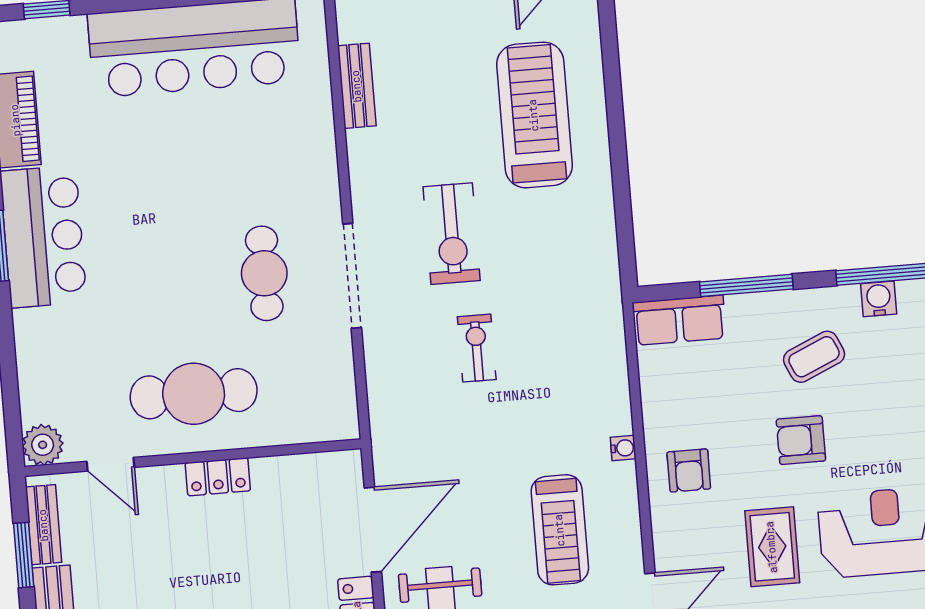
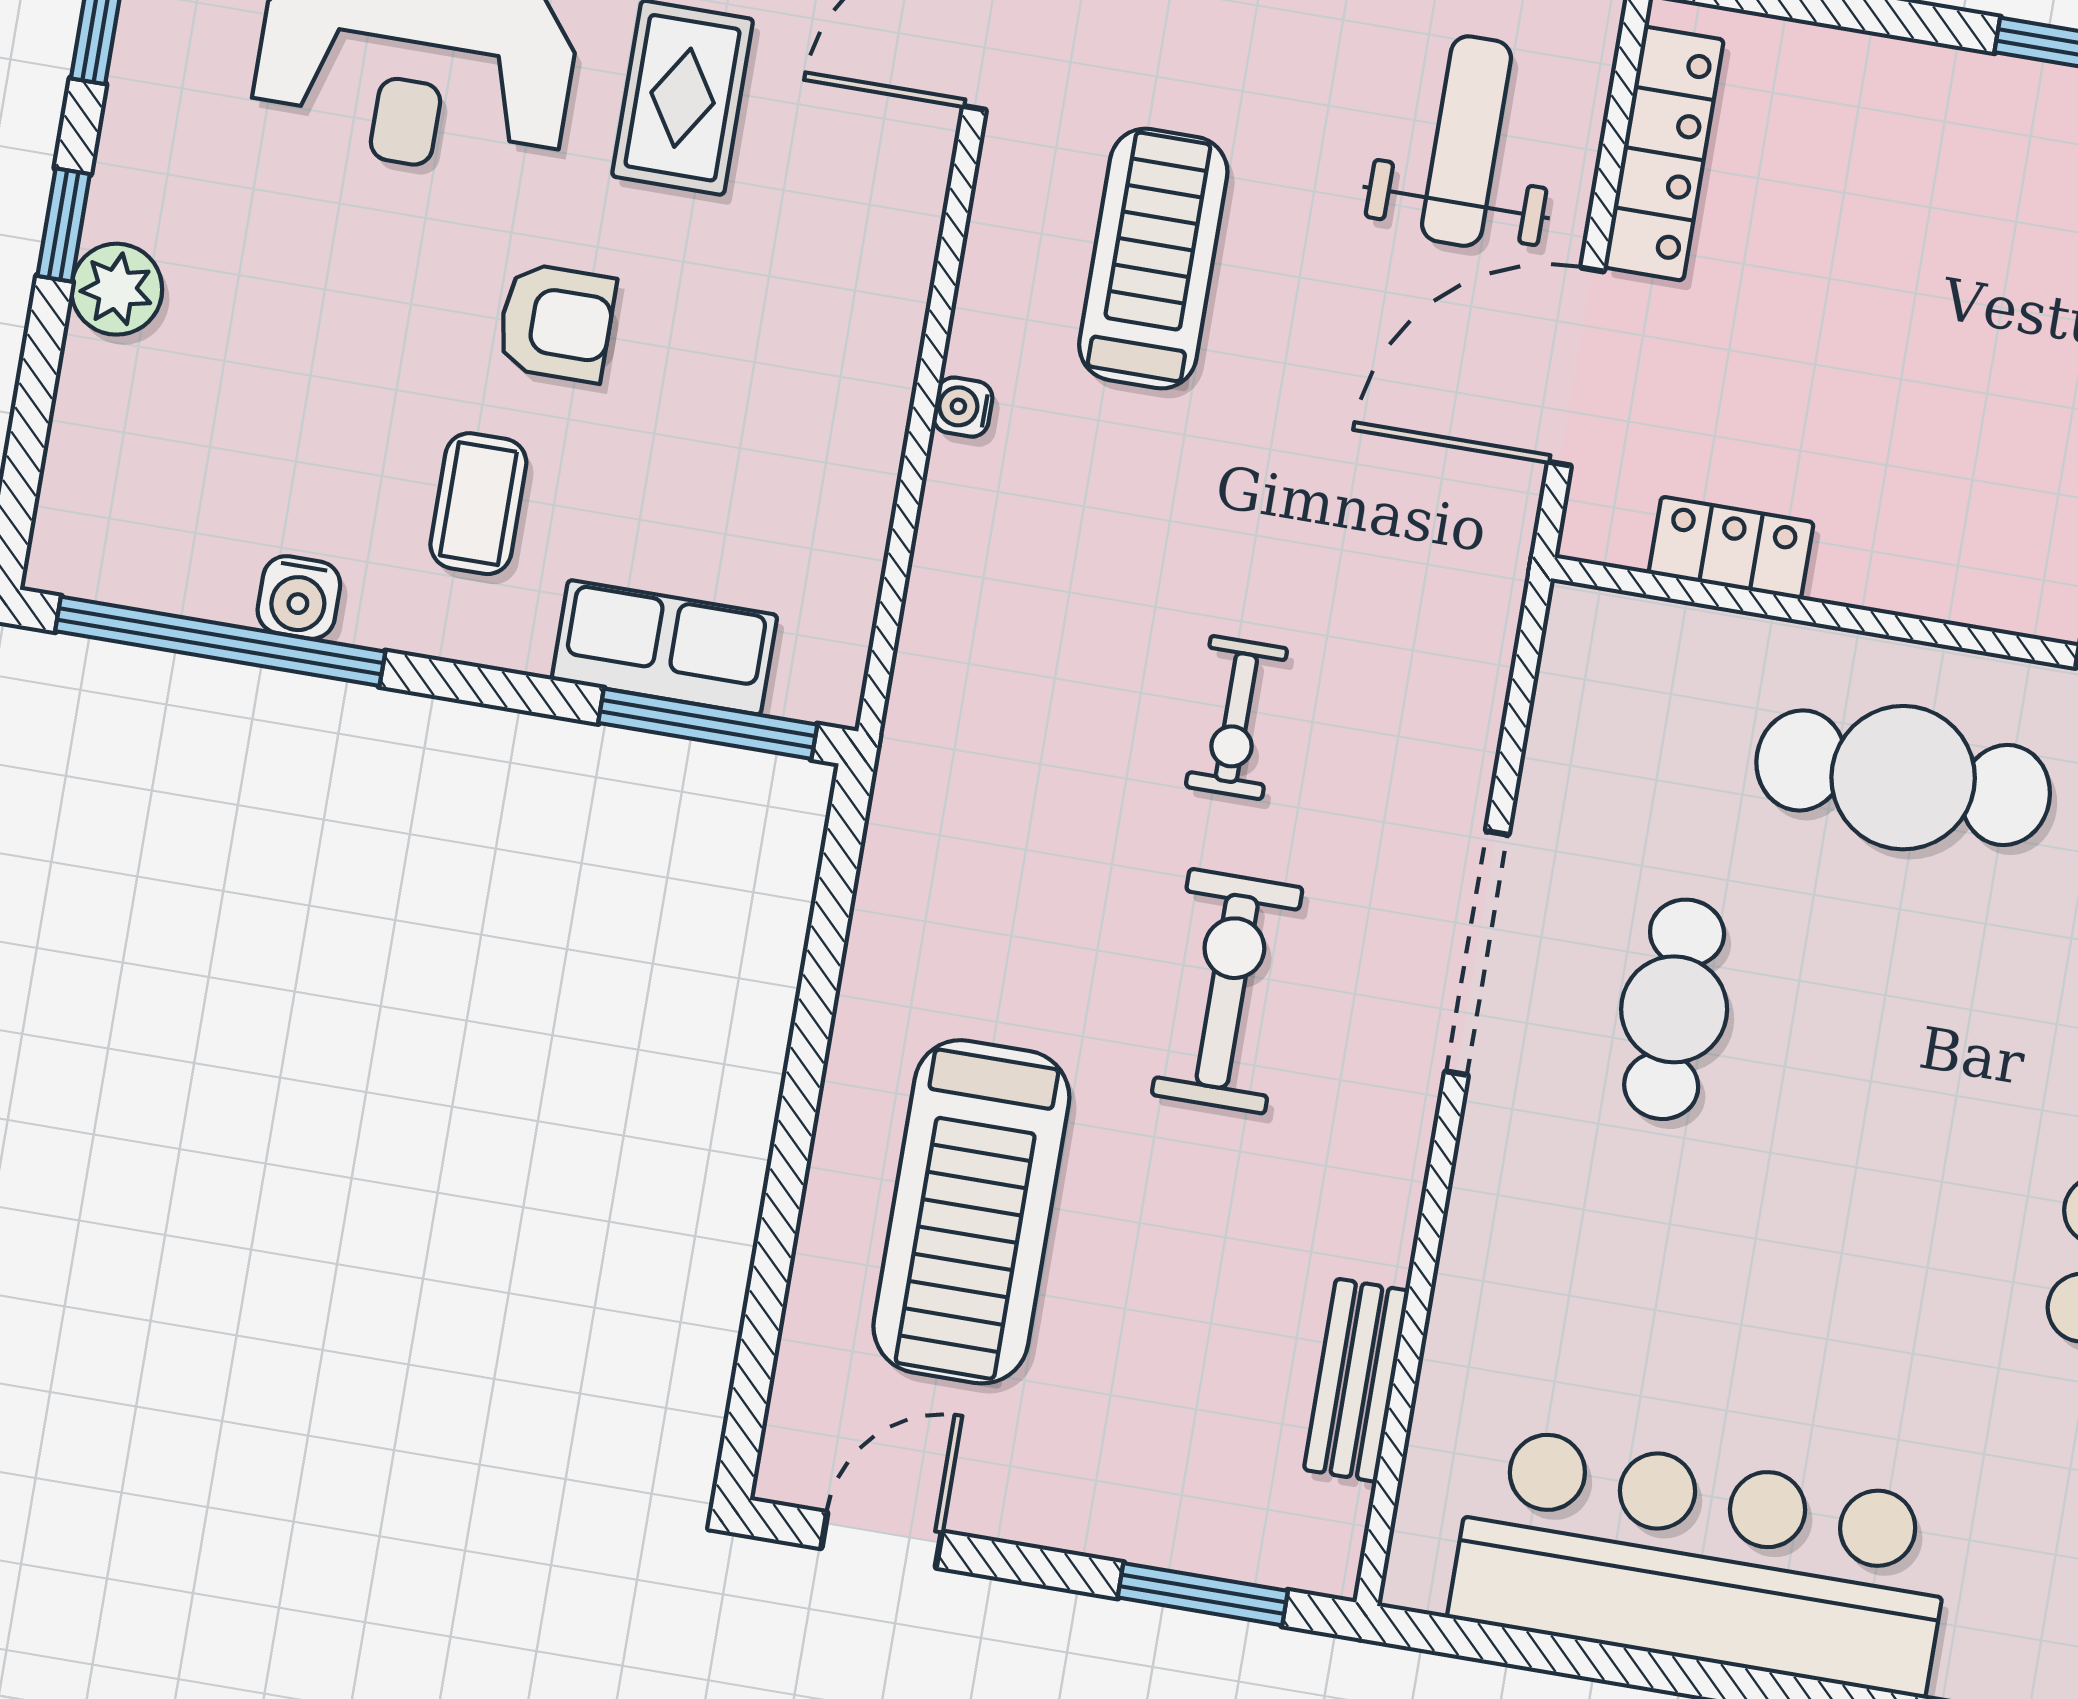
window: (746, 285) -> (708, 724), moved
row of seats: (679, 320) -> (664, 647), moved
coffee table: (814, 357) -> (478, 504), turned -66
armchair: (689, 470) -> (827, 319), removed
locker: (218, 477) -> (1731, 548), moved

